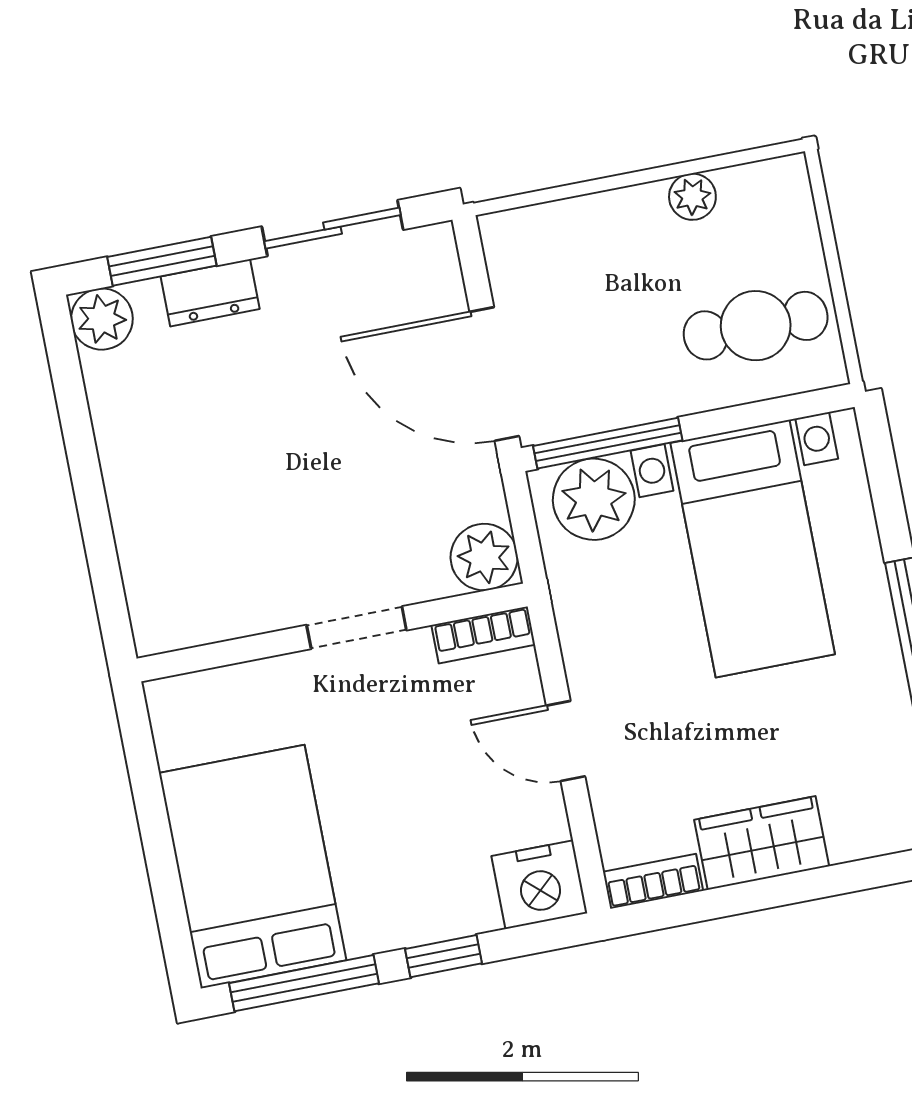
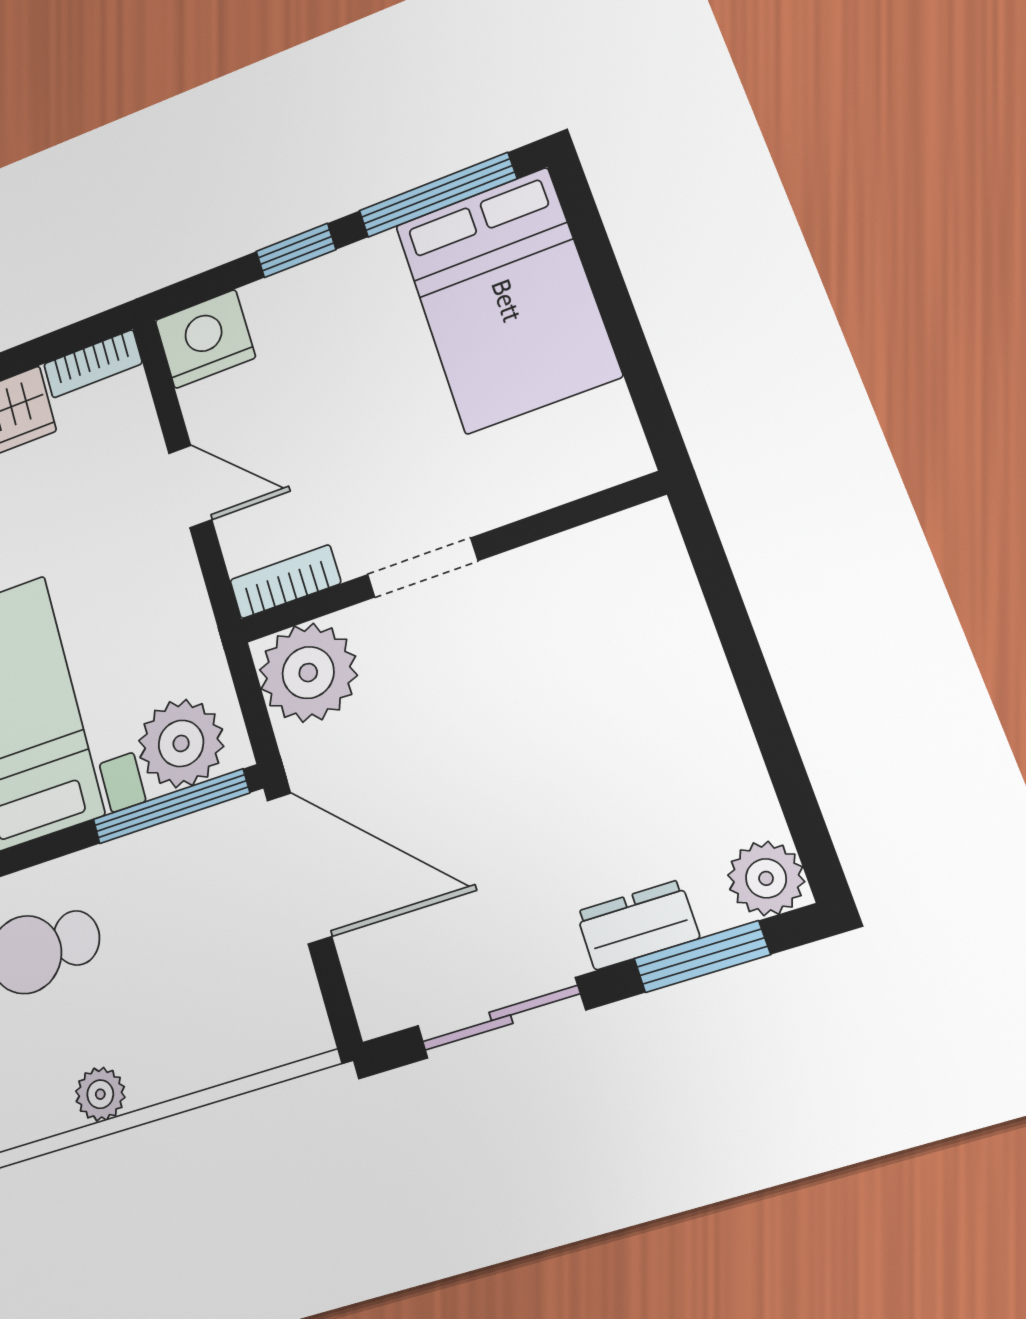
plant: (484, 557) -> (308, 673), width x1.36, depth x1.36

